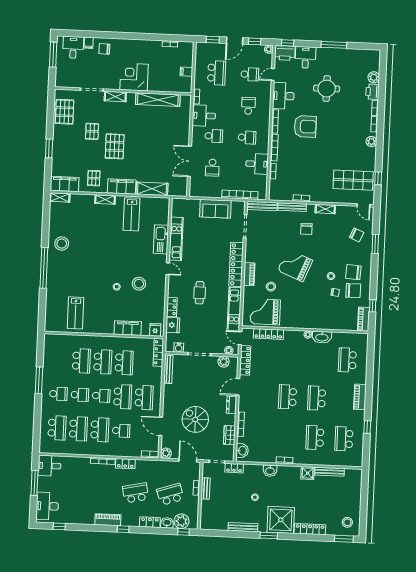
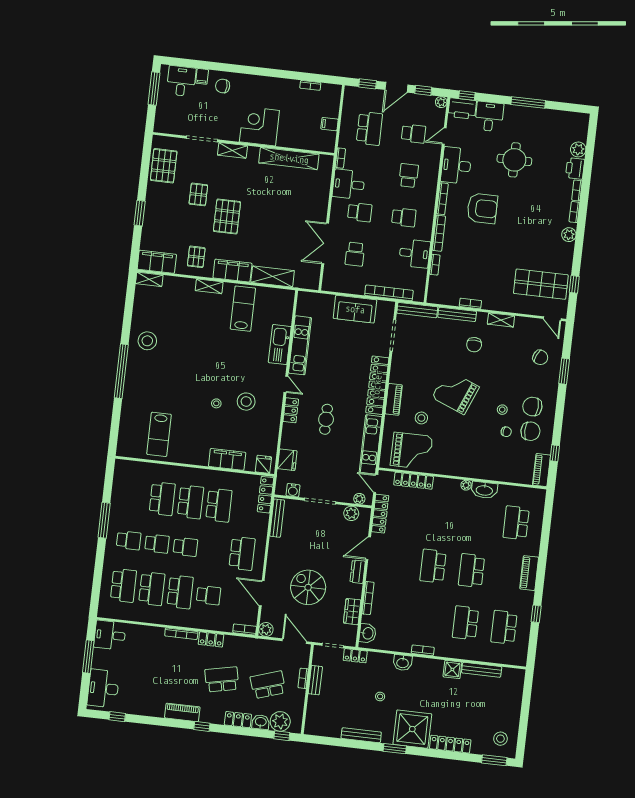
lab bench: (131, 214) -> (243, 309), turned 180
locker: (172, 307) -> (291, 410), moved
grand piano: (265, 312) -> (411, 451), turned 180
school desk: (123, 397) -> (214, 550), removed

